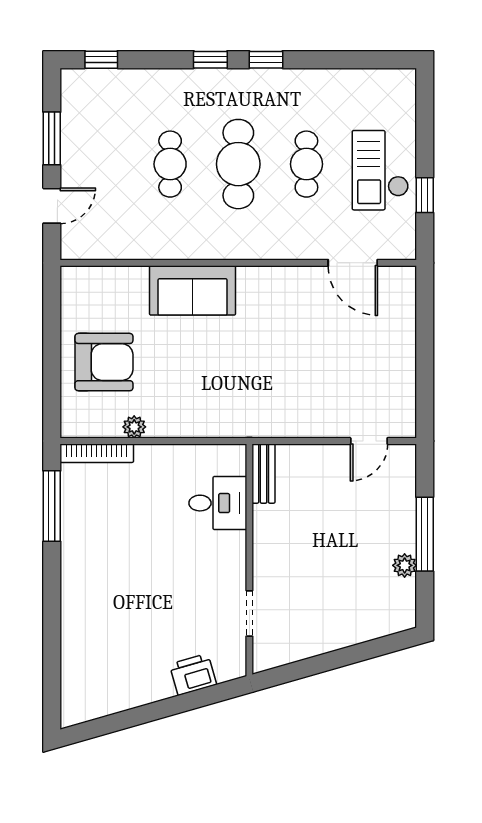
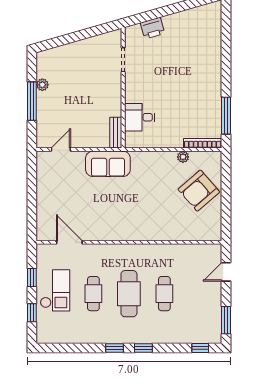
window: (425, 127) -> (32, 313), added
window: (52, 138) -> (226, 320), moved
sofa: (193, 290) -> (108, 164), moved, turned 180
armchair: (104, 362) -> (199, 191), turned -41

